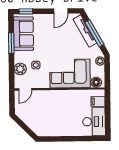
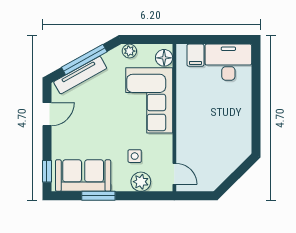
door: (61, 11) -> (47, 114), hinge flipped

